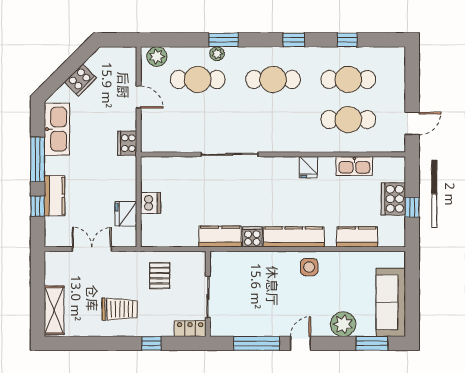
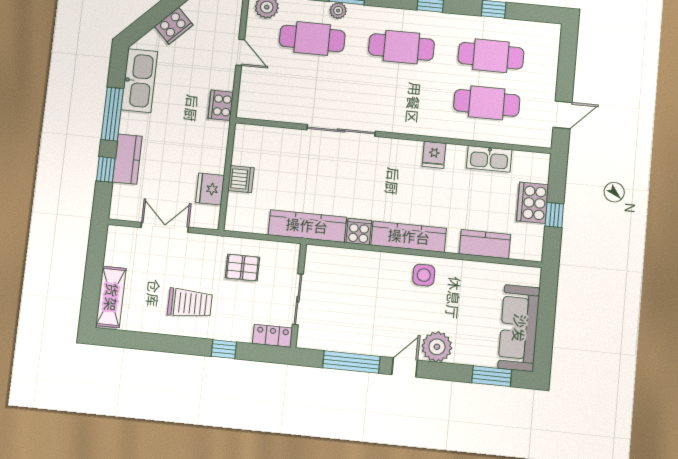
kitchen counter: (220, 236) -> (307, 226), width x1.50
pallet: (160, 276) -> (242, 268), turned 90
plant: (343, 324) -> (437, 347), moved

